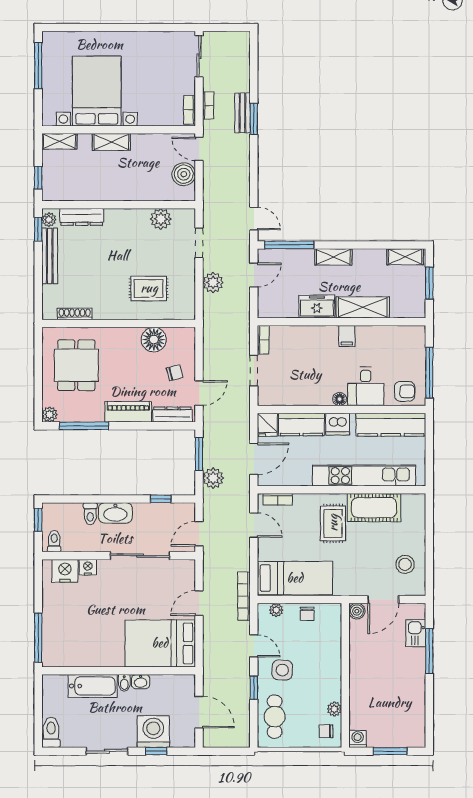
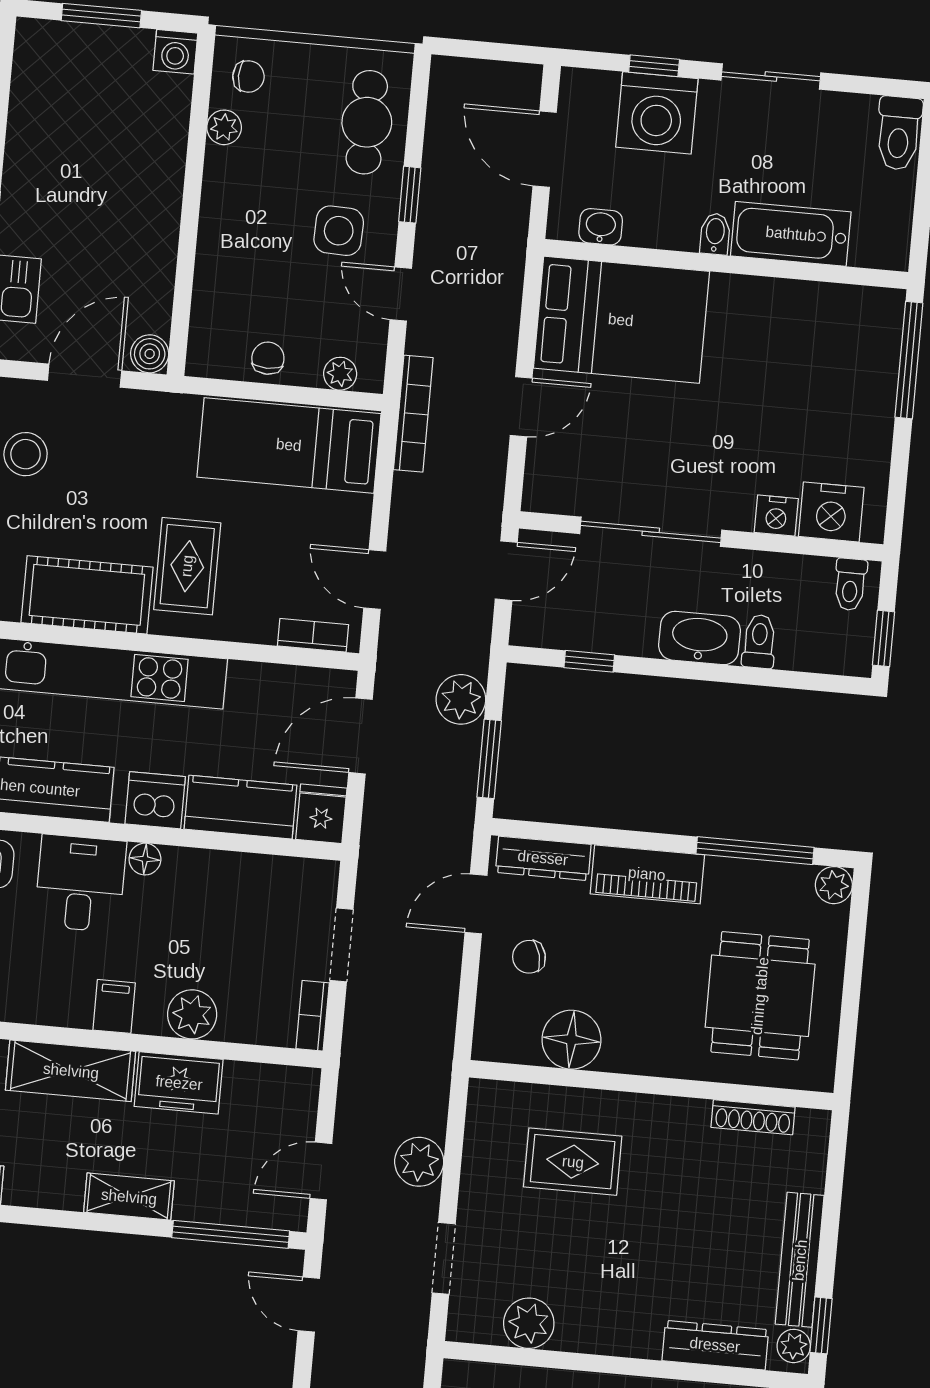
plant: (314, 336) -> (192, 1014), added
washbasin: (141, 682) -> (601, 227), moved

